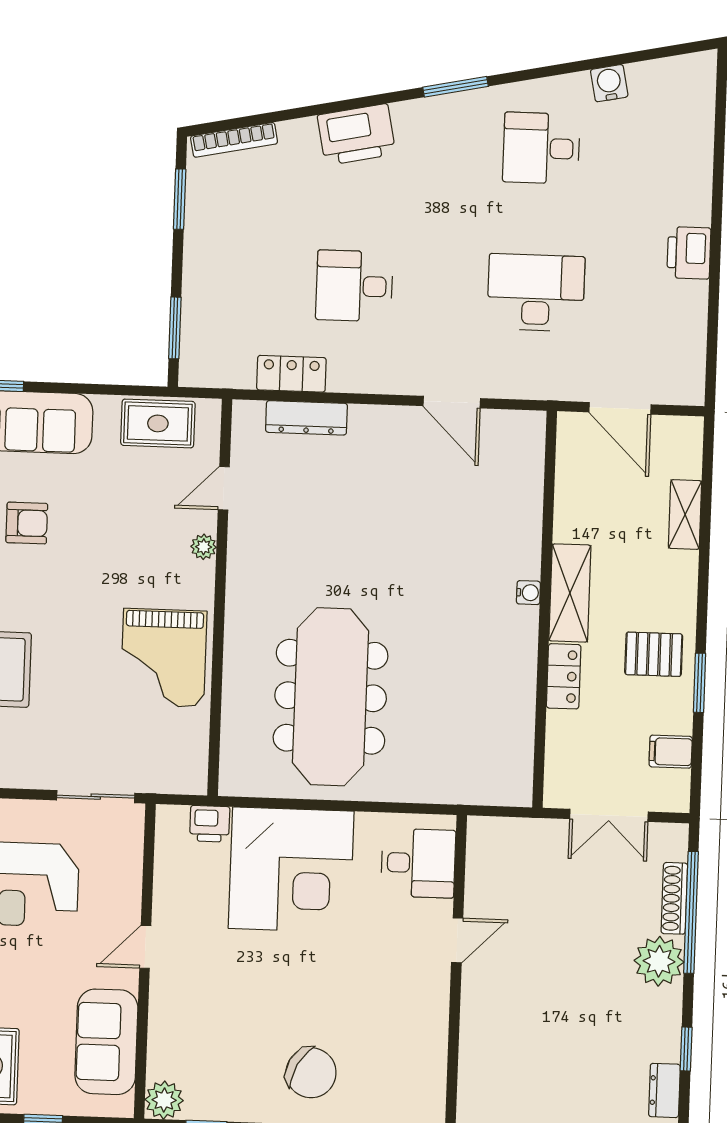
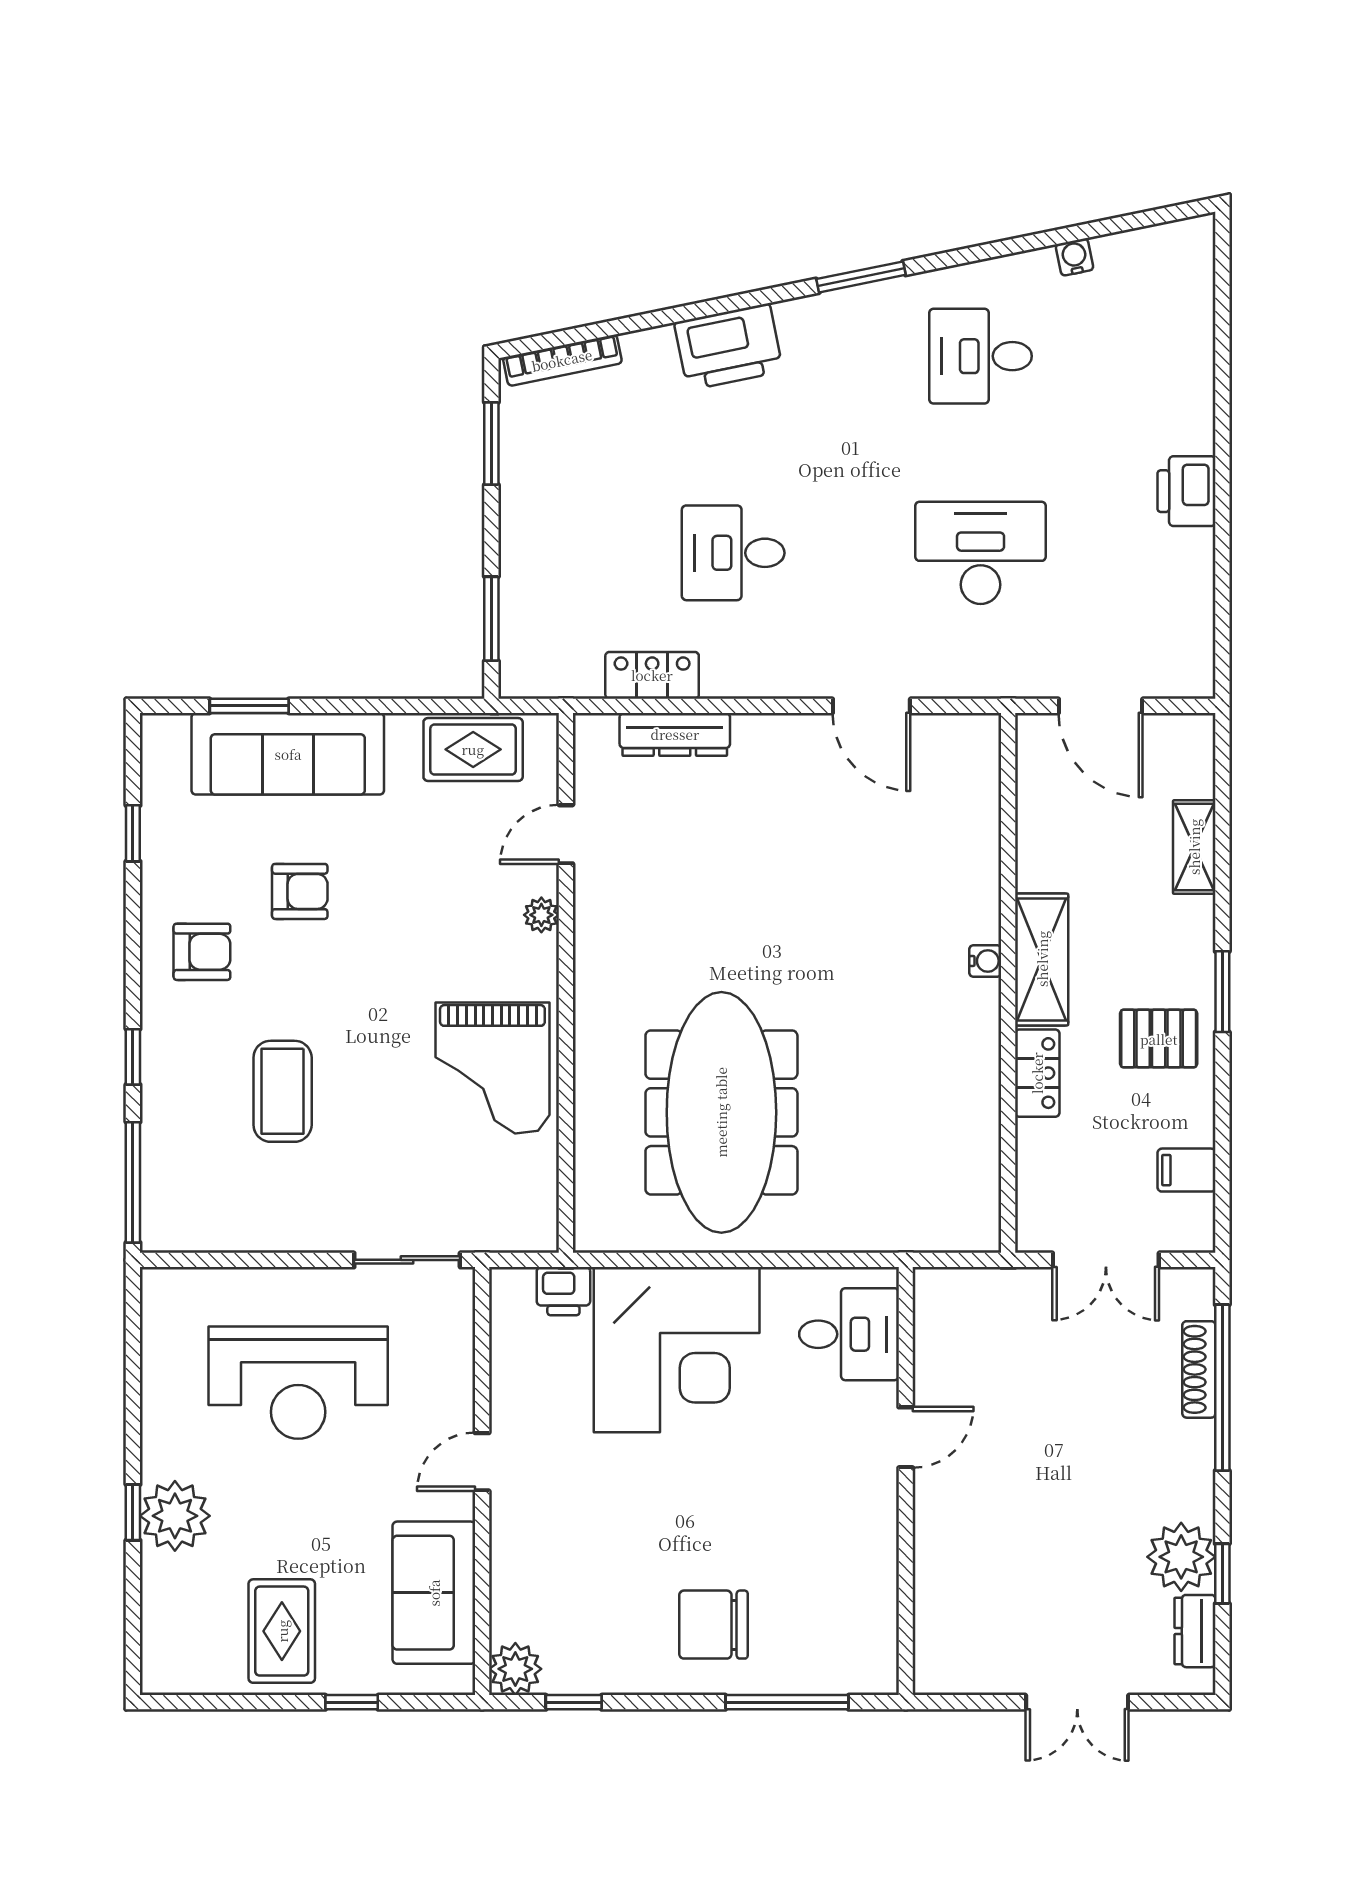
water cooler: (609, 83) -> (1075, 257), width x0.72, depth x0.72
window: (700, 683) -> (1222, 992), moved
plant: (659, 961) -> (1181, 1557), moved
chair: (311, 1073) -> (714, 1625), turned 151

